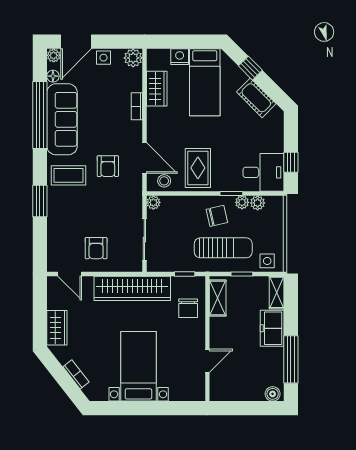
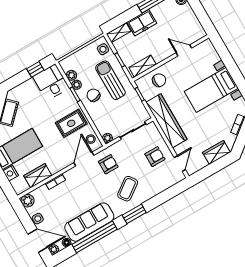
armchair: (108, 166) -> (108, 164), moved
coffee table: (69, 175) -> (128, 189), moved, turned 54
window: (40, 201) -> (134, 214), moved

